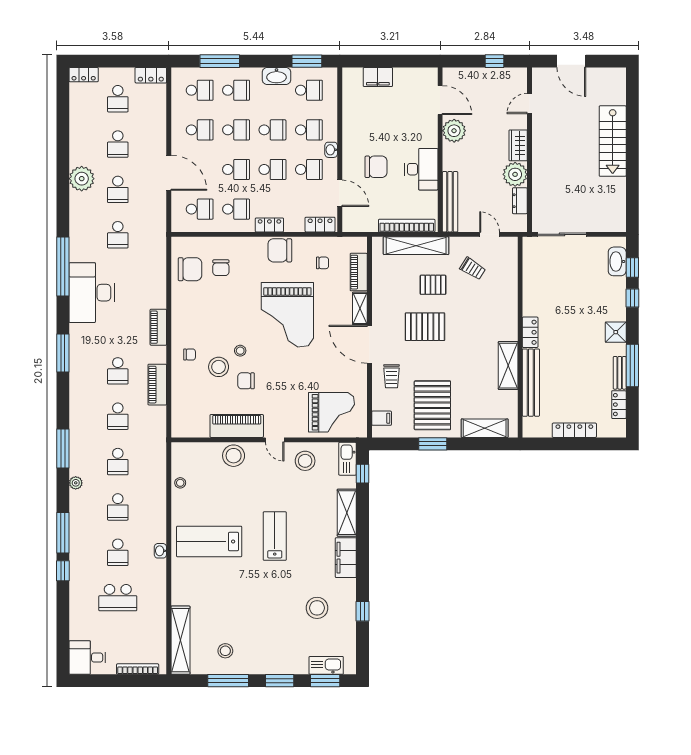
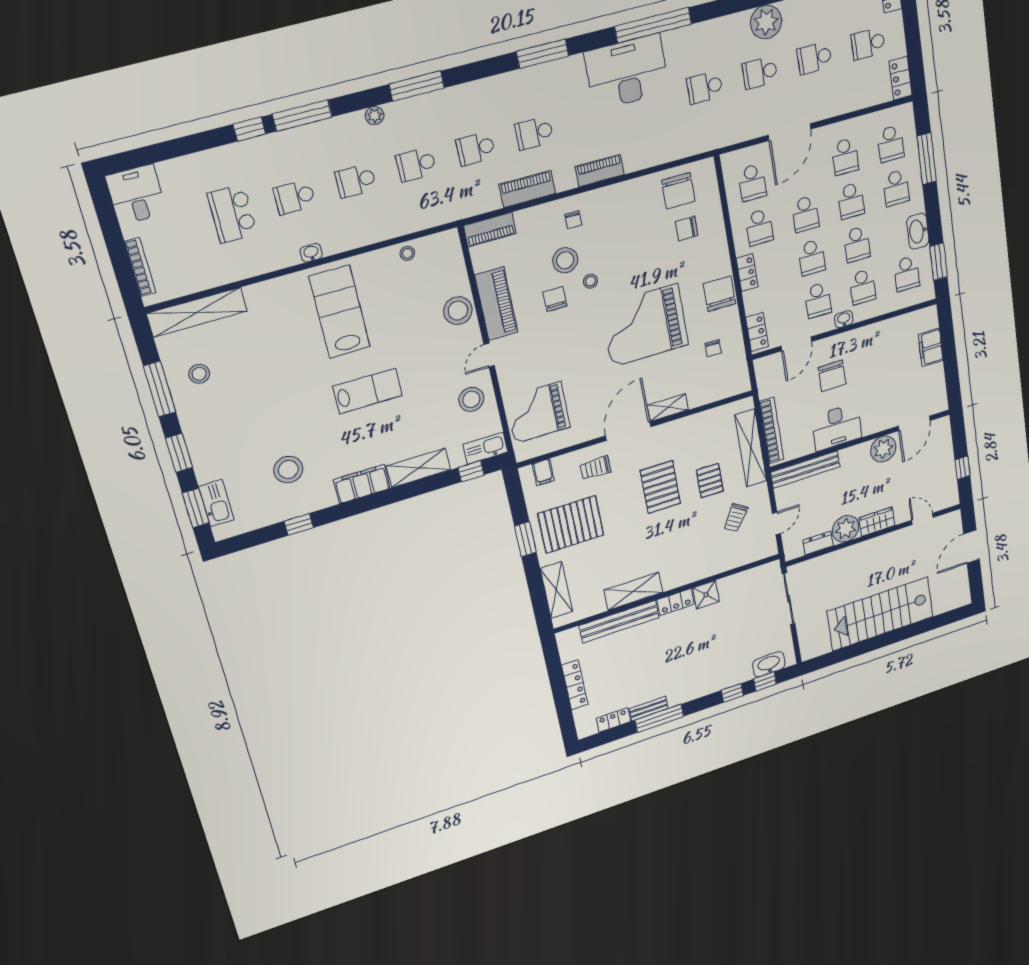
stairs: (613, 141) -> (880, 614), width x1.36, depth x1.51
piano: (359, 272) -> (490, 230), moved, turned 180
shower: (616, 332) -> (706, 595), moved
grand piano: (331, 412) -> (538, 412), turned 90

